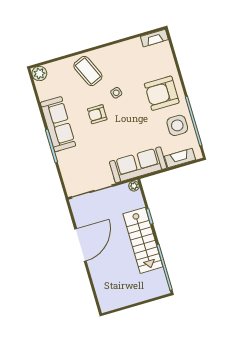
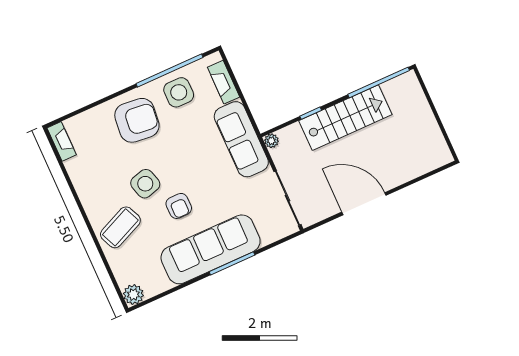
side table: (116, 93) -> (145, 184), width x1.87, depth x1.87
armchair: (162, 93) -> (137, 120), turned -84
sofa: (58, 124) -> (211, 249), width x1.36, depth x1.27

